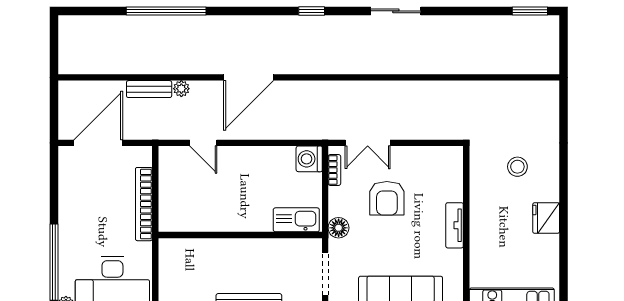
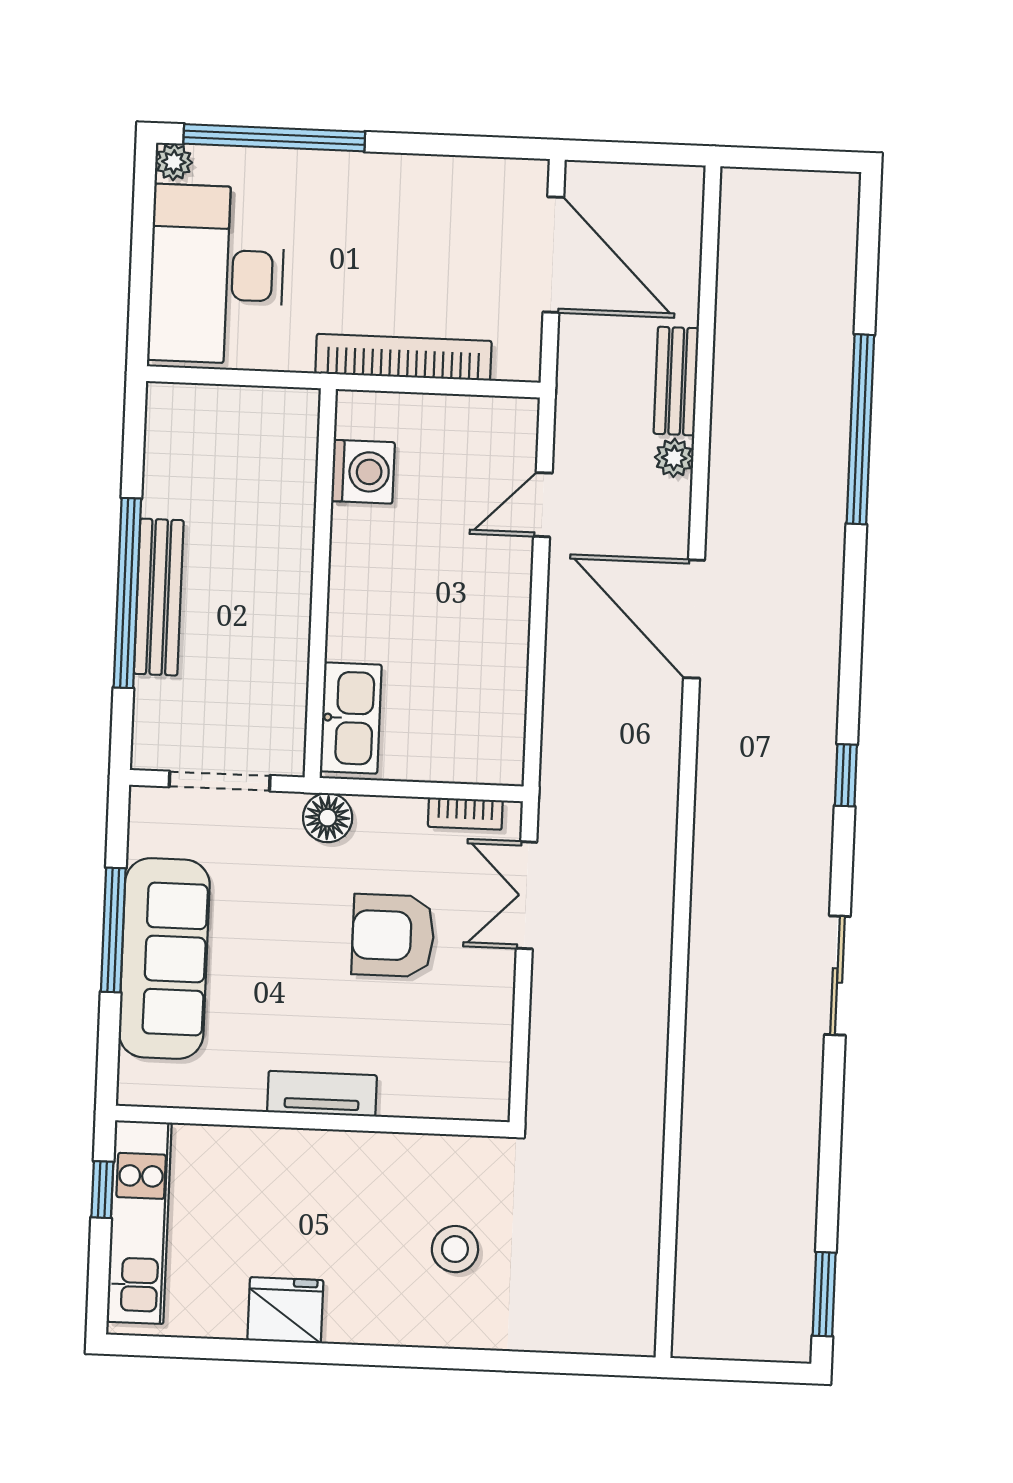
washing machine: (309, 159) -> (363, 472), moved, turned 90
fridge: (546, 218) -> (285, 1310), moved

